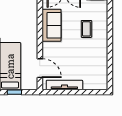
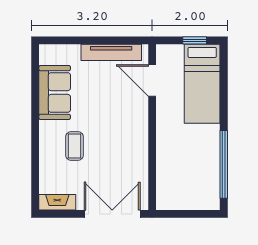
sofa: (52, 25) -> (55, 92), moved, turned 180

